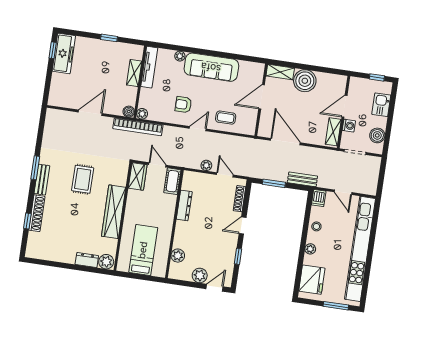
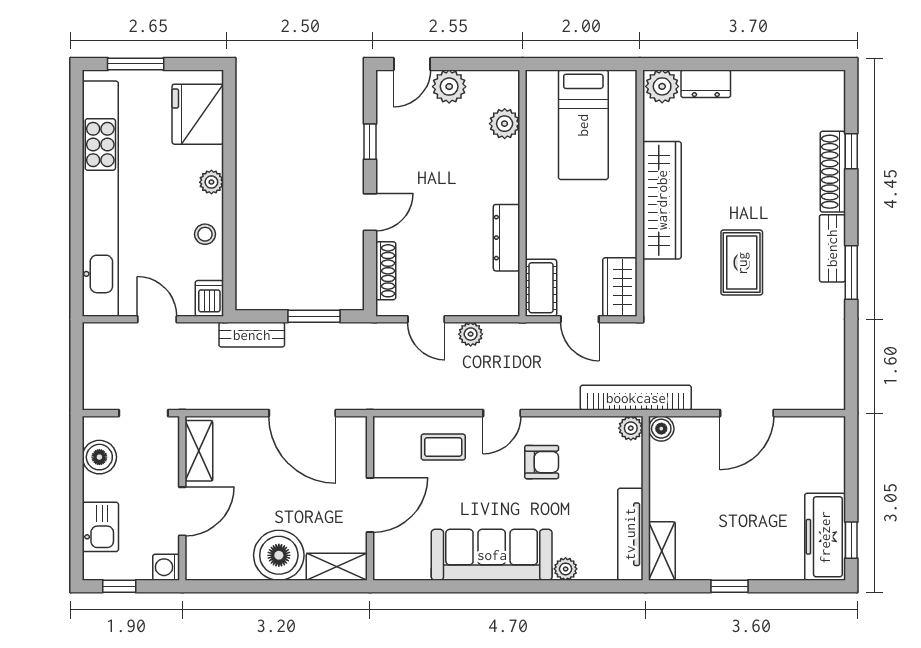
shelving: (134, 73) -> (662, 551), moved
washing machine: (349, 126) -> (166, 567), moved

